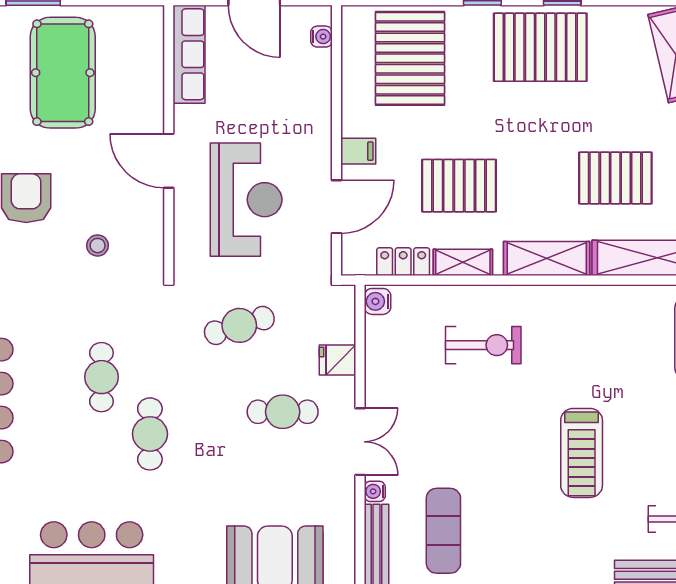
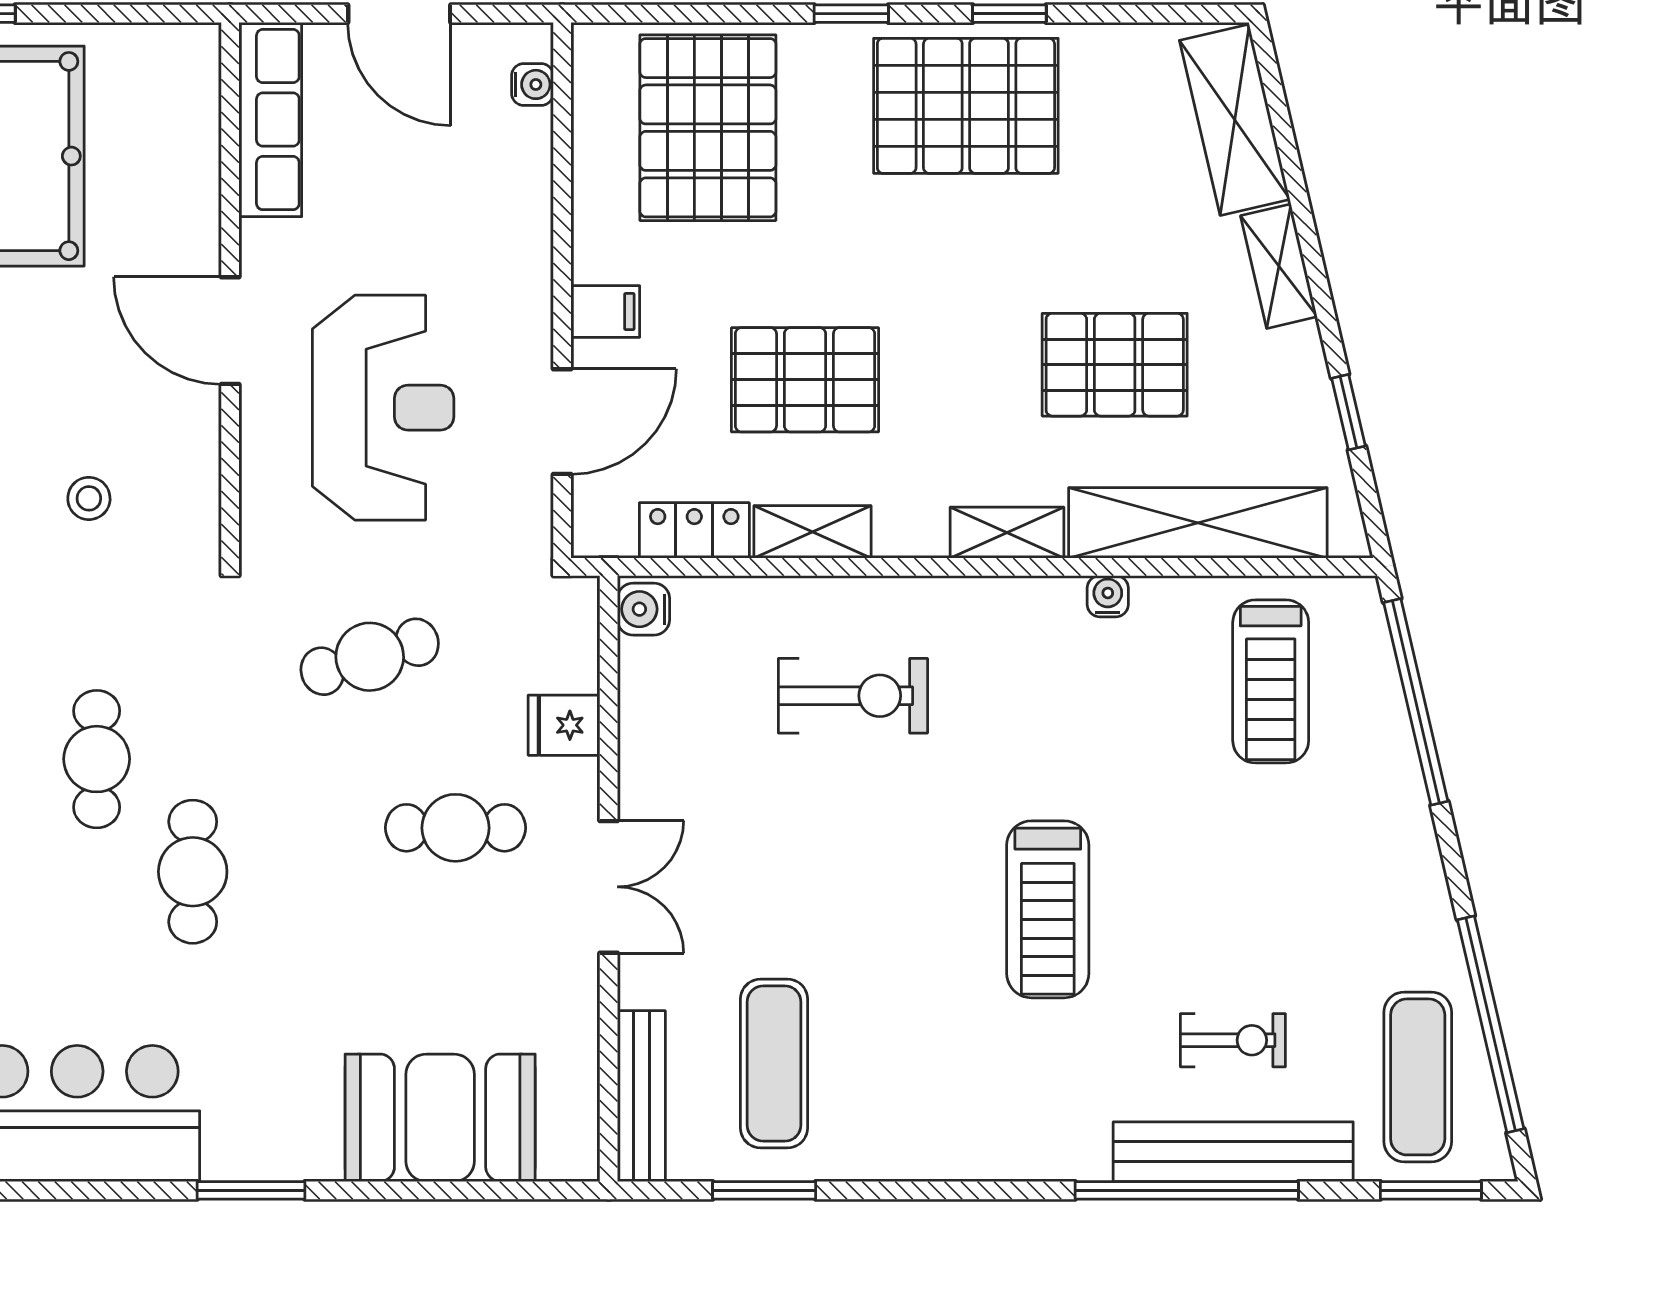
shelving: (547, 258) -> (1007, 533), width x0.67, depth x0.75
water cooler: (375, 491) -> (1108, 596), moved, turned 90

